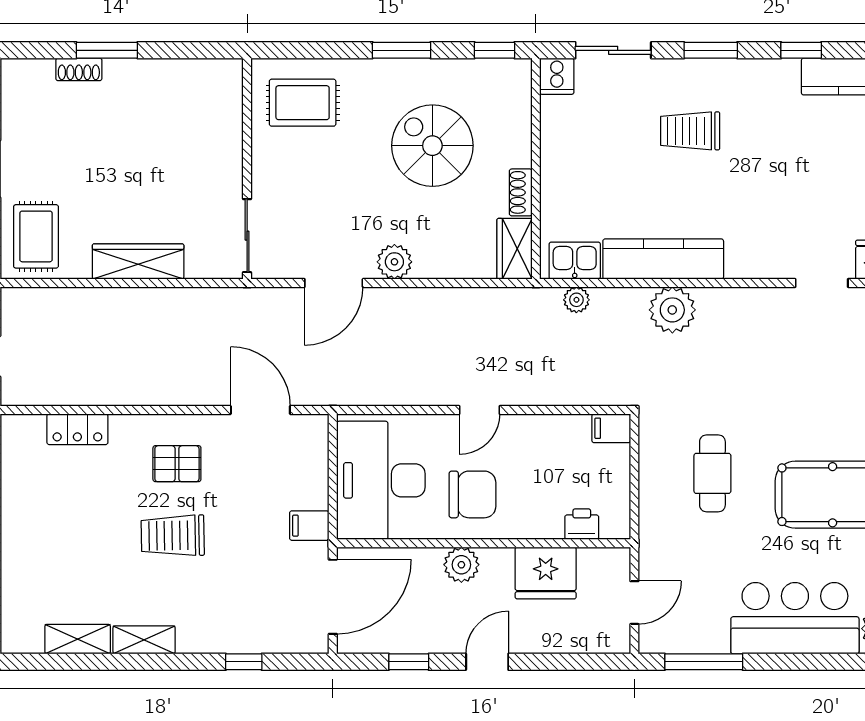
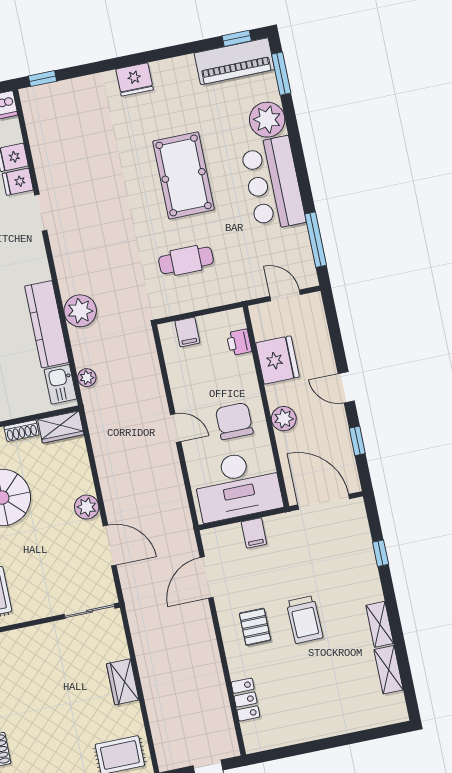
wardrobe: (138, 261) -> (123, 682), width x0.67
filing cabinet: (611, 428) -> (187, 332), moved
filing cabinet: (309, 526) -> (254, 533), moved

